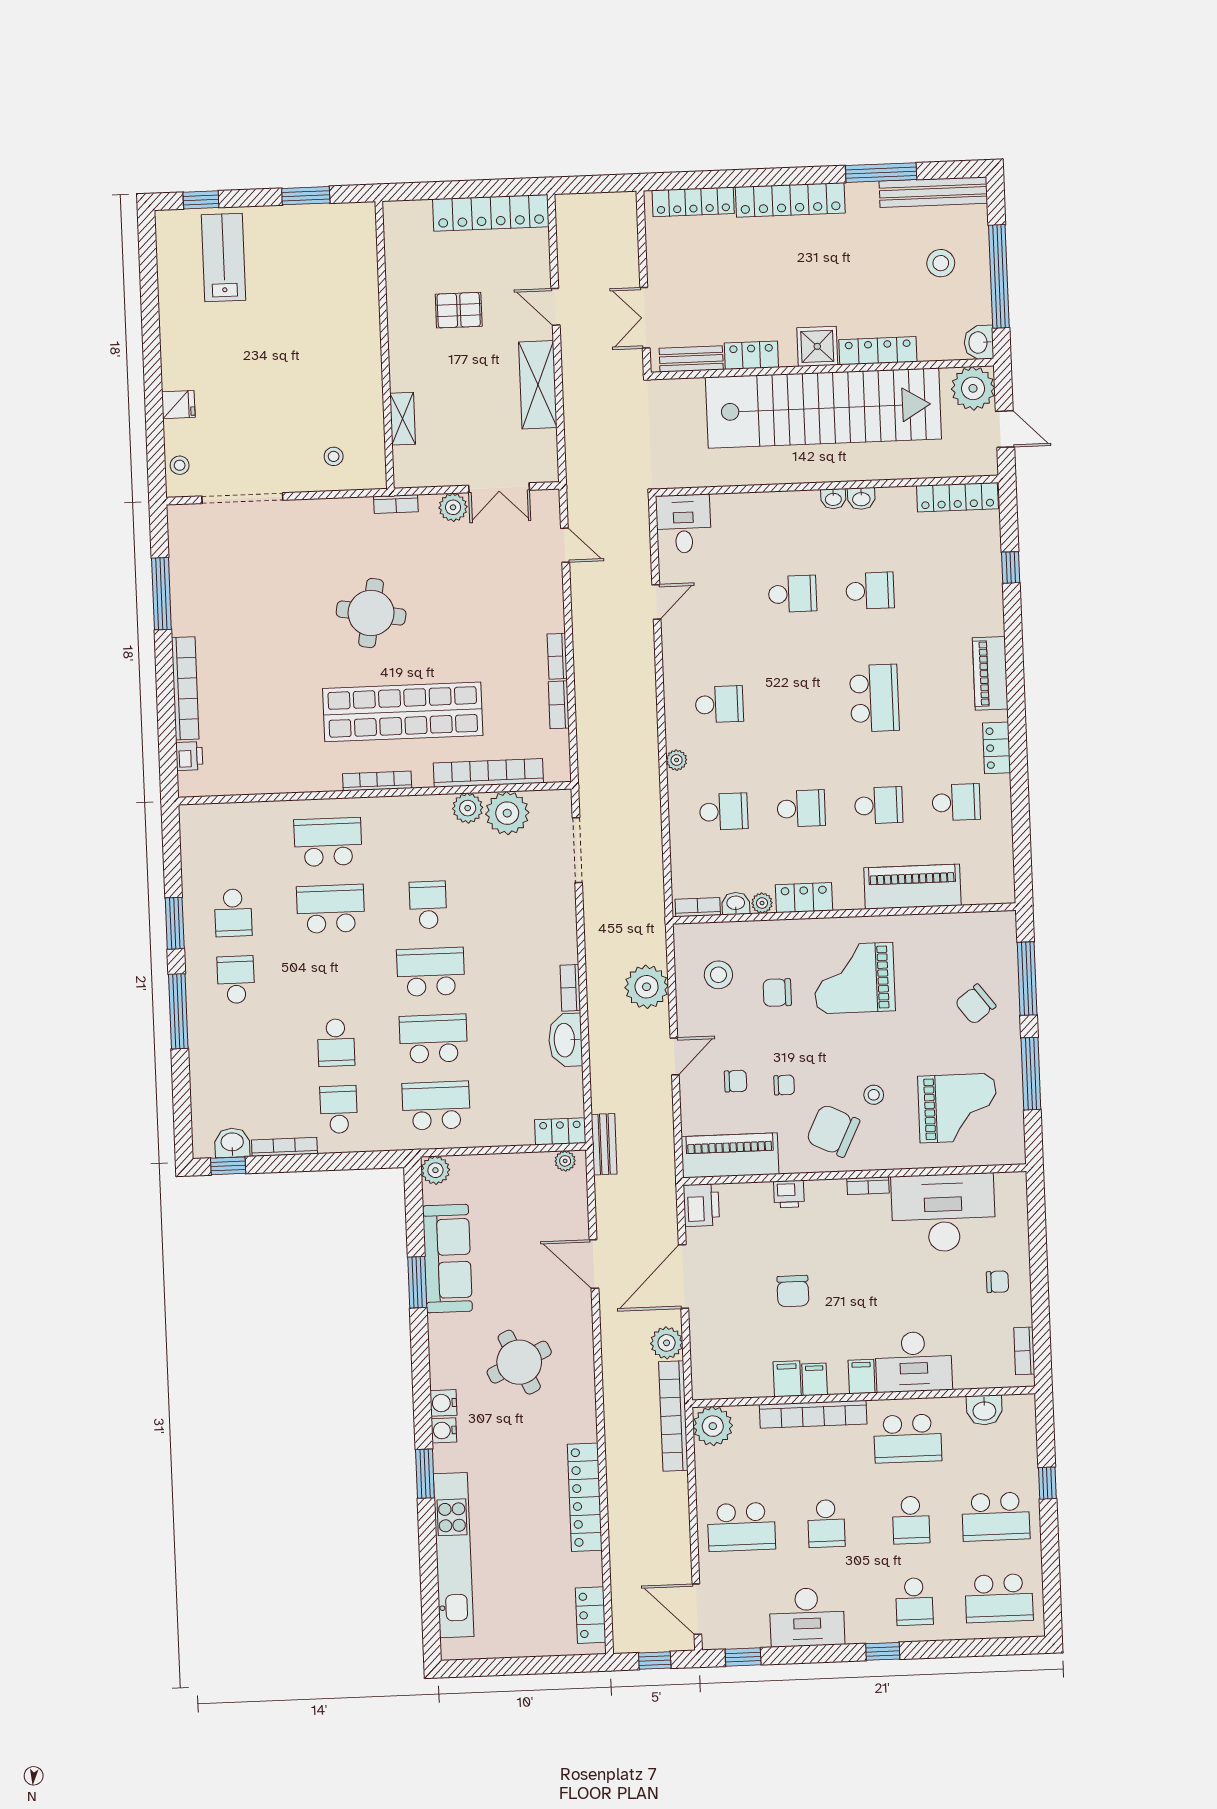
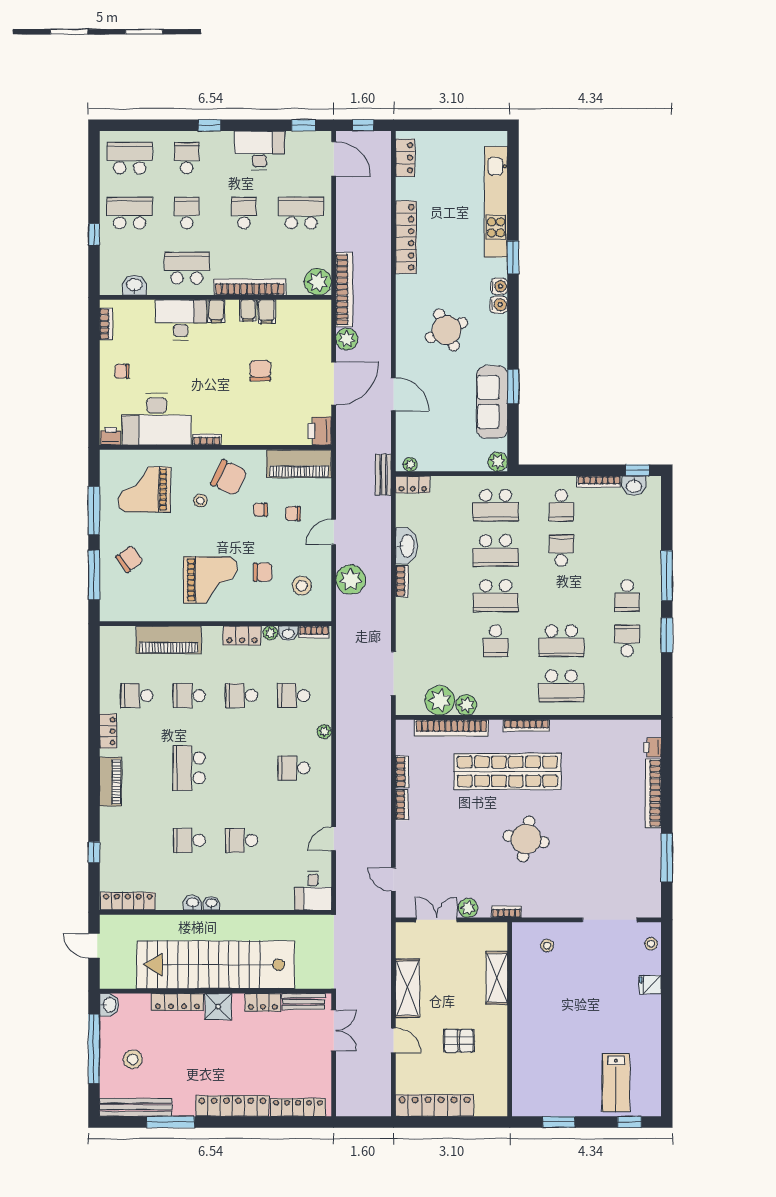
plant: (973, 388) -> (114, 974), removed
shelving: (403, 419) -> (497, 978), width x1.50, depth x1.33
printer: (789, 1194) -> (111, 436), moved

